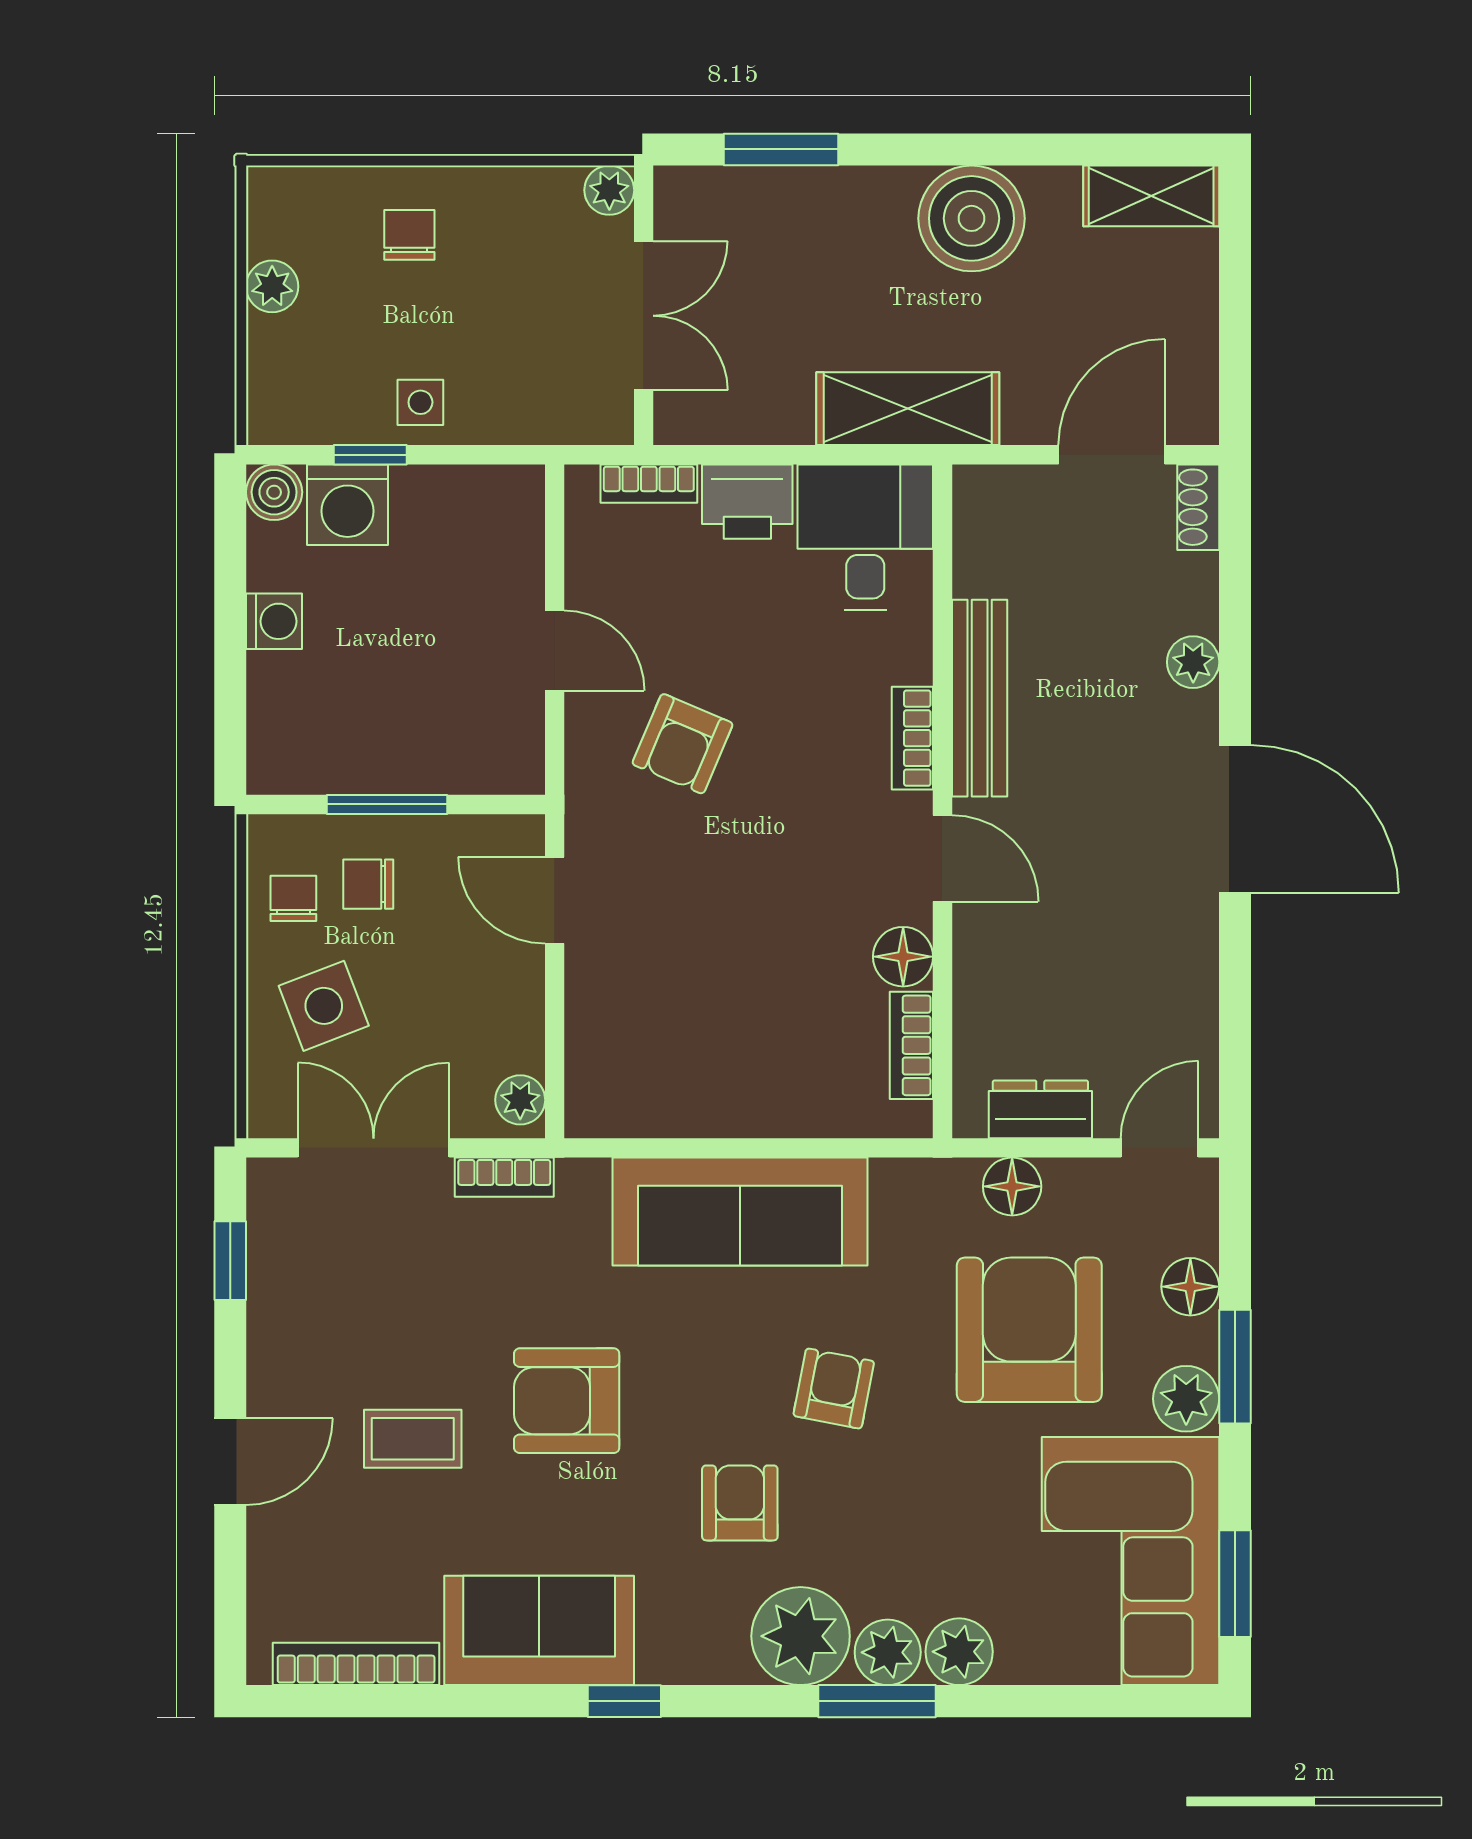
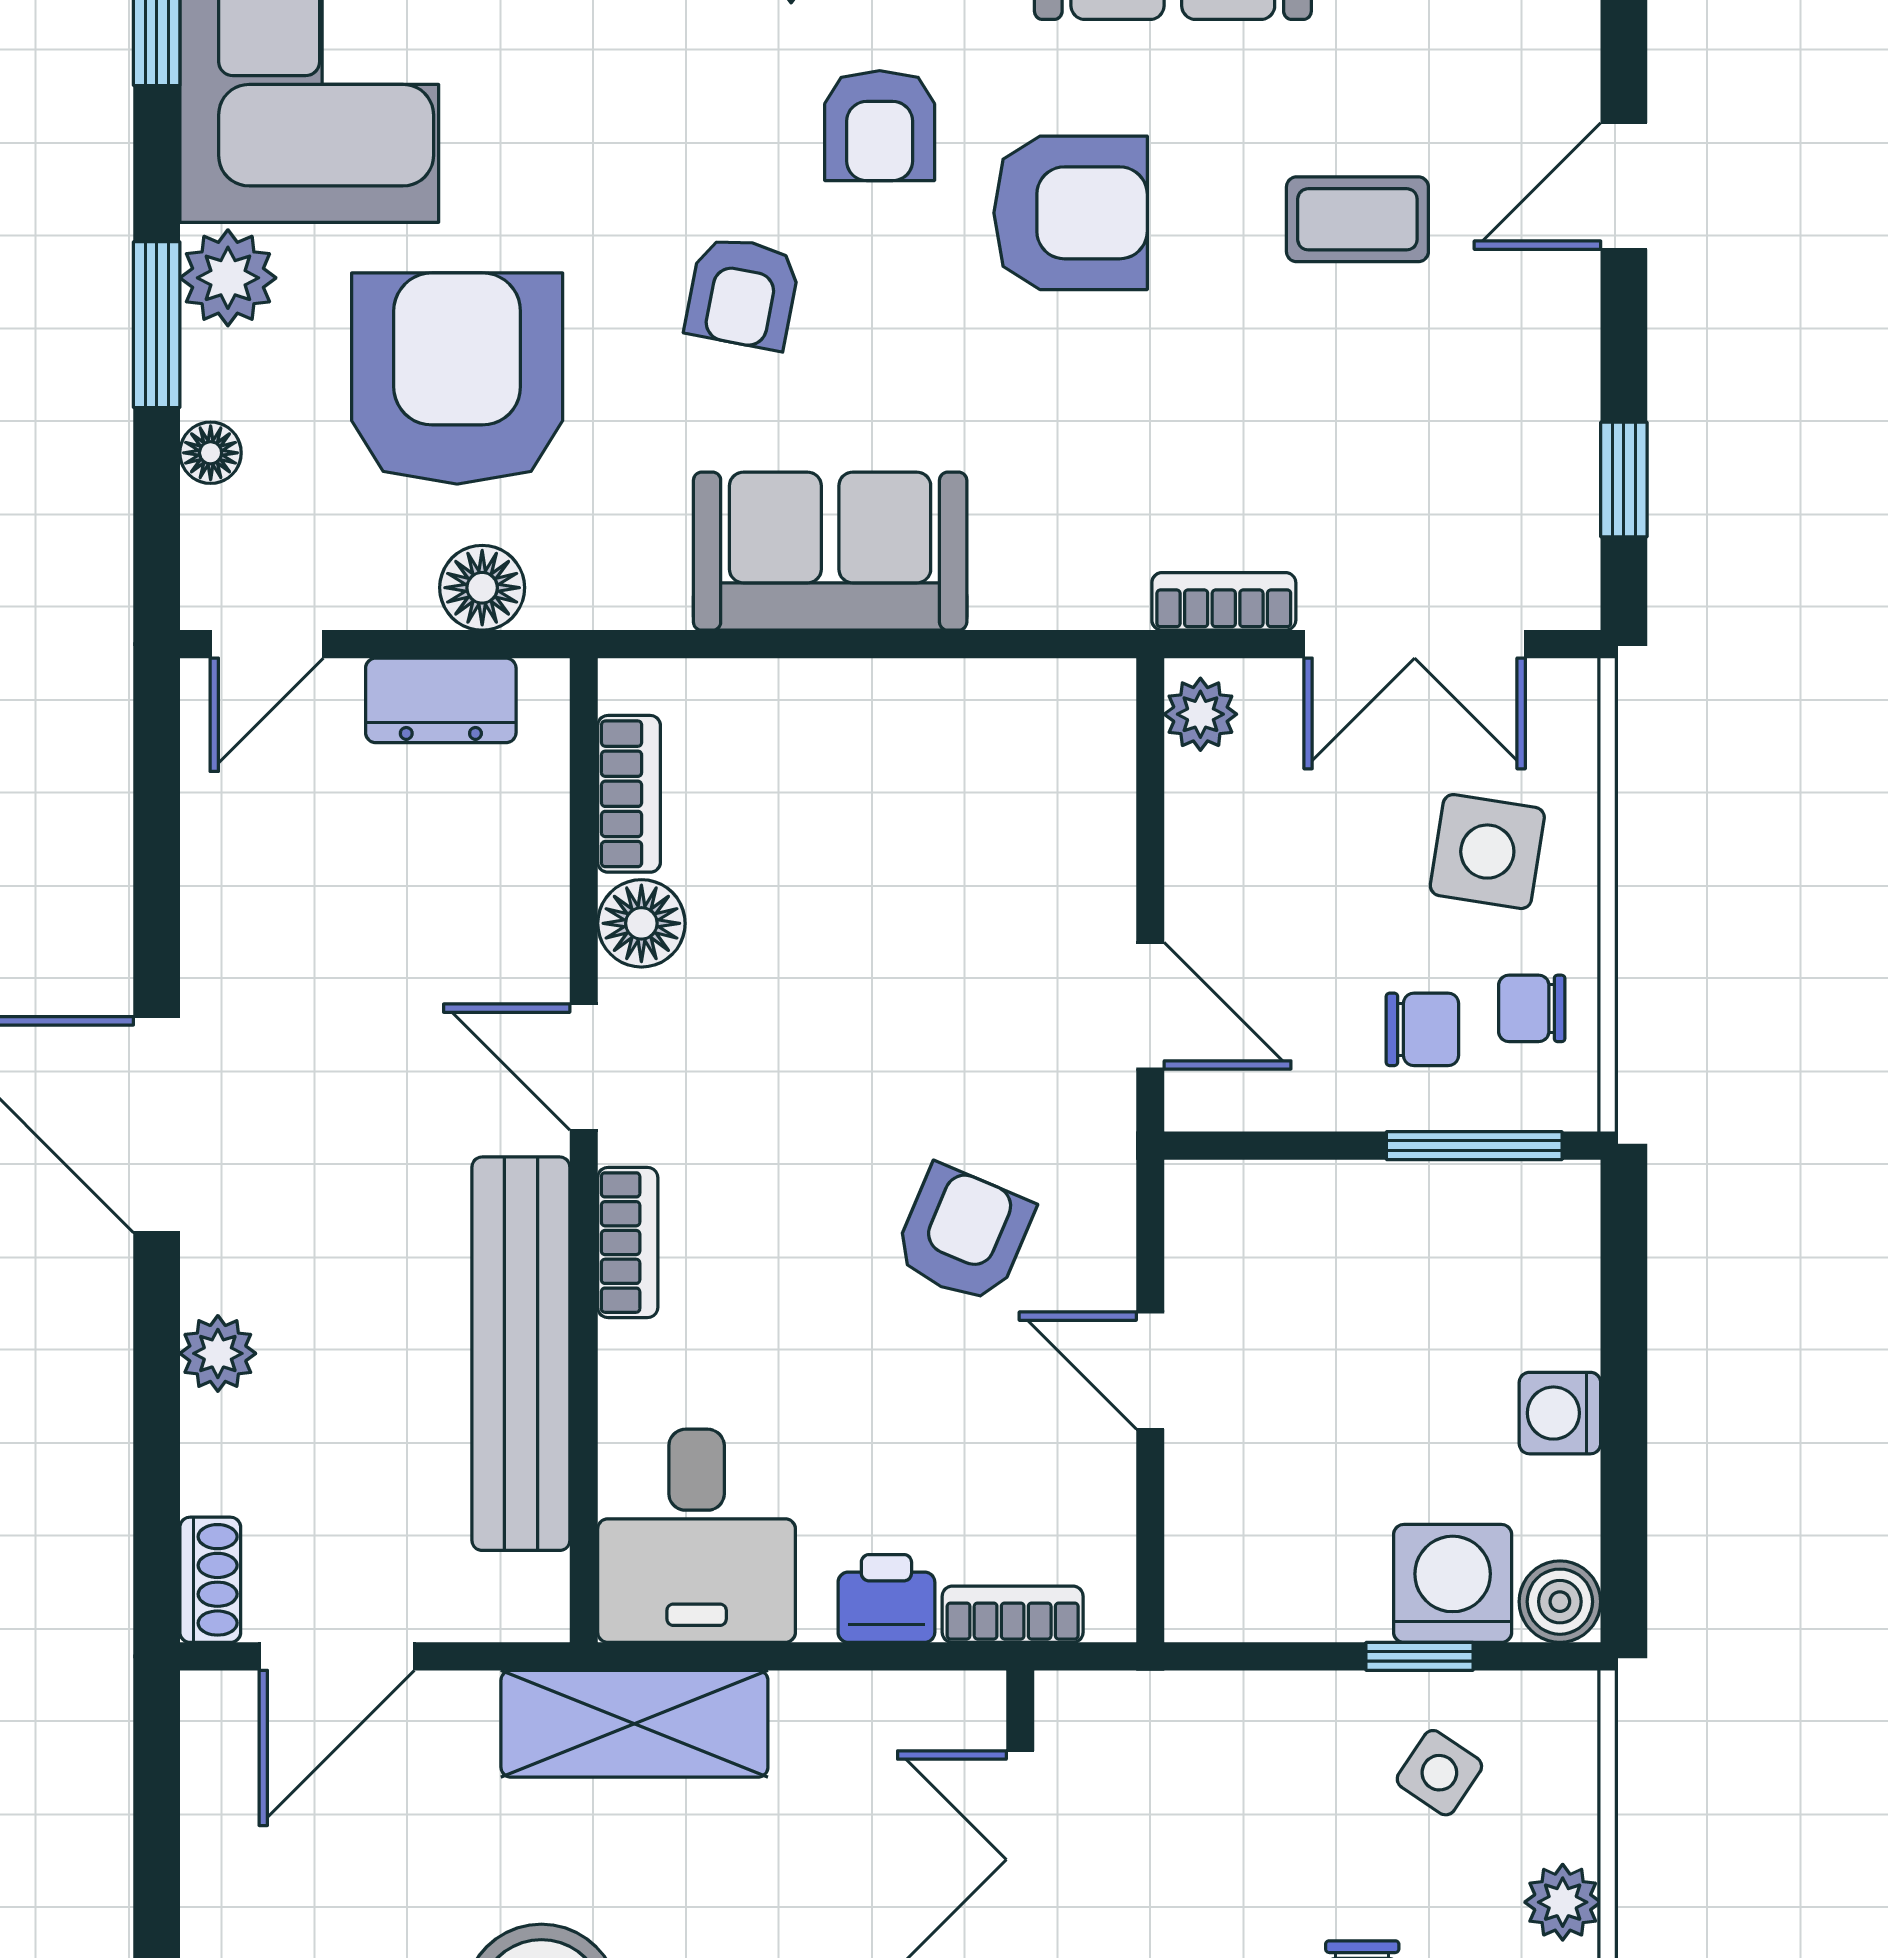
side table: (420, 402) -> (1439, 1773), moved, turned 34
printer: (747, 502) -> (886, 1598), width x0.73, depth x0.81
bench: (980, 698) -> (521, 1354), width x1.37, depth x1.21
window: (387, 804) -> (1474, 1146), moved
chair: (293, 898) -> (1532, 1008), turned 90
side table: (324, 1006) -> (1487, 852), turned 30
sofa: (740, 1212) -> (830, 551), width x0.73
floor lamp: (1190, 1287) -> (211, 453), width x0.73, depth x0.73
armchair: (1029, 1330) -> (457, 378), turned 180
armchair: (567, 1401) -> (1071, 213), moved

